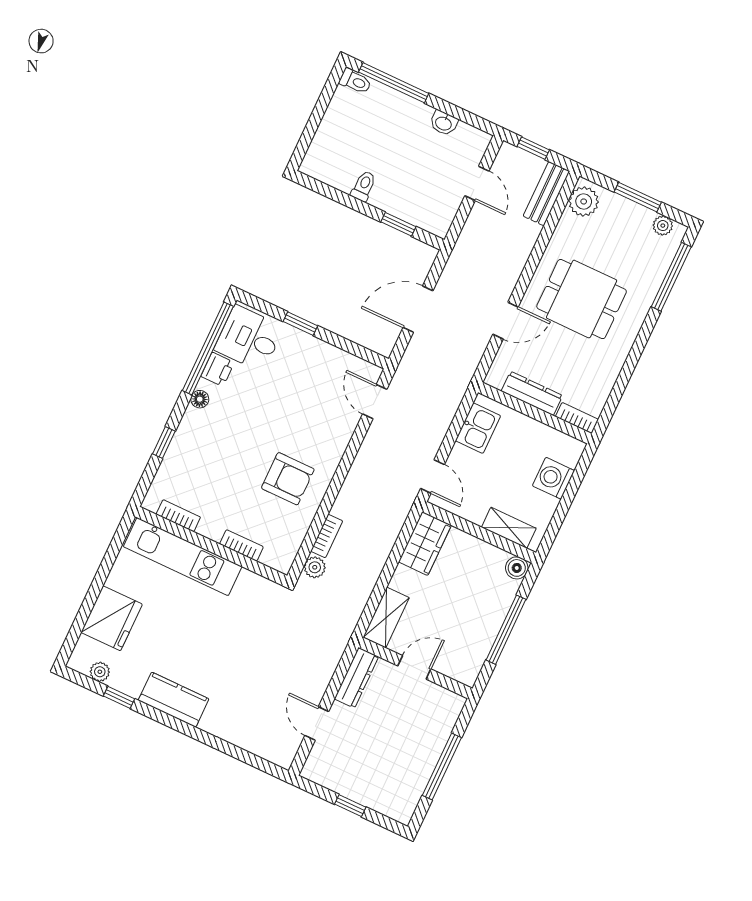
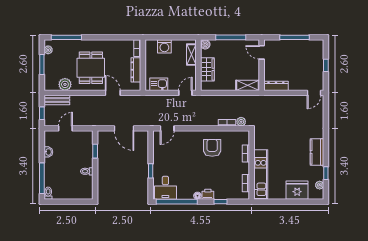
plant: (584, 201) -> (65, 84), moved
printer: (218, 369) -> (208, 194), moved
wardrobe: (425, 544) -> (207, 69), moved, turned 90
door: (414, 667) -> (262, 52), moved
door: (317, 724) -> (314, 93), moved

